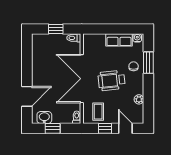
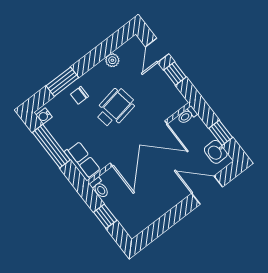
window: (117, 29) -> (51, 146), added
row of seats: (119, 40) -> (82, 161), moved
wheelchair: (112, 81) -> (115, 108), turned -94
coffee table: (98, 112) -> (162, 96), removed

